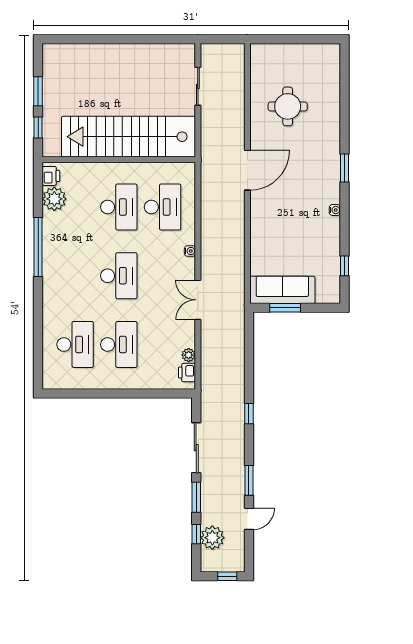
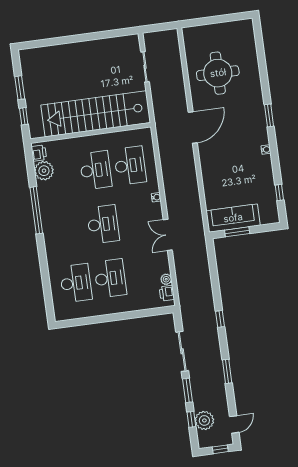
round table: (288, 106) -> (218, 73), width x1.36, depth x1.36
door: (249, 519) -> (234, 424), moved

